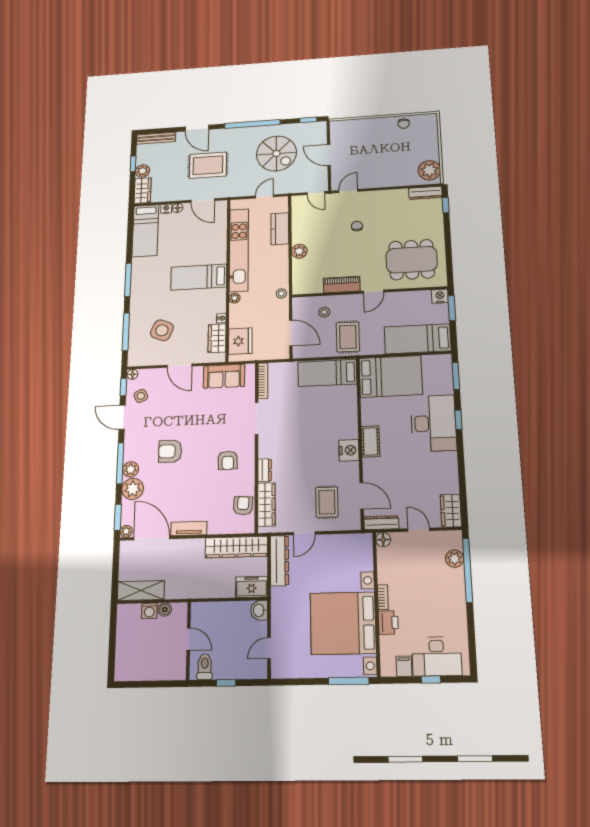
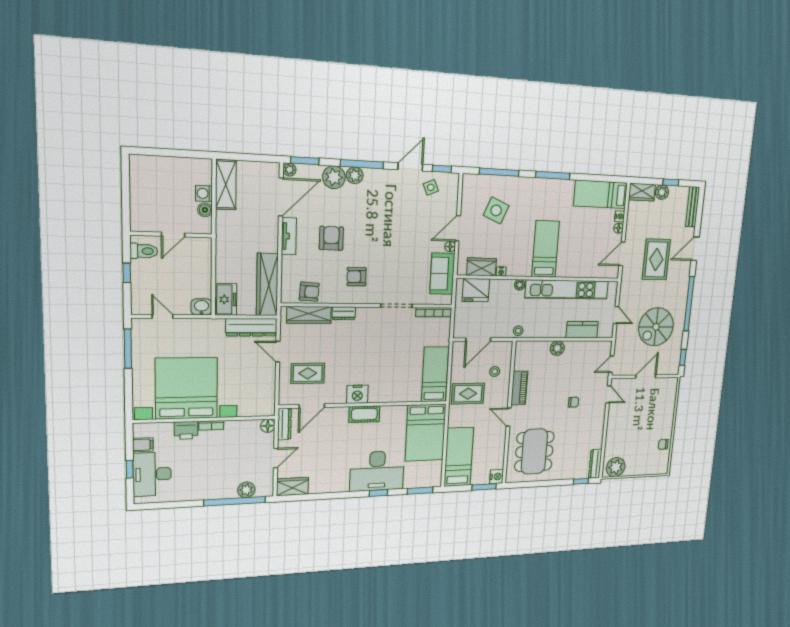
floor lamp: (133, 374) -> (450, 247), moved
armchair: (170, 451) -> (331, 238), moved
window: (349, 681) -> (128, 349), moved

